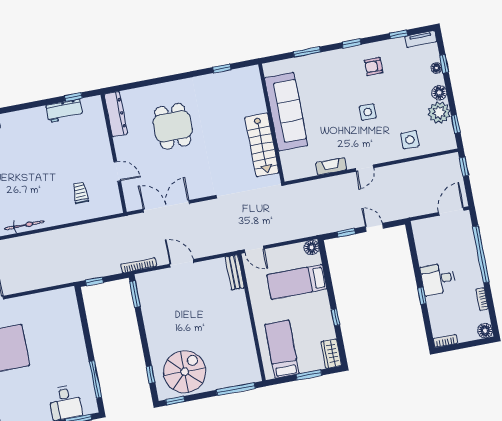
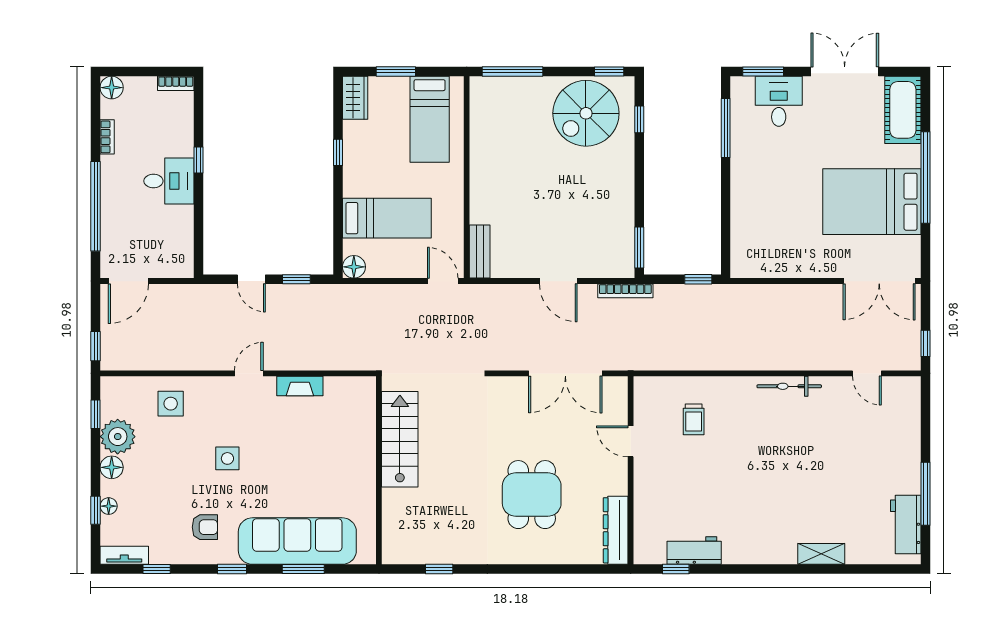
sofa: (286, 112) -> (297, 541), moved, turned 90

